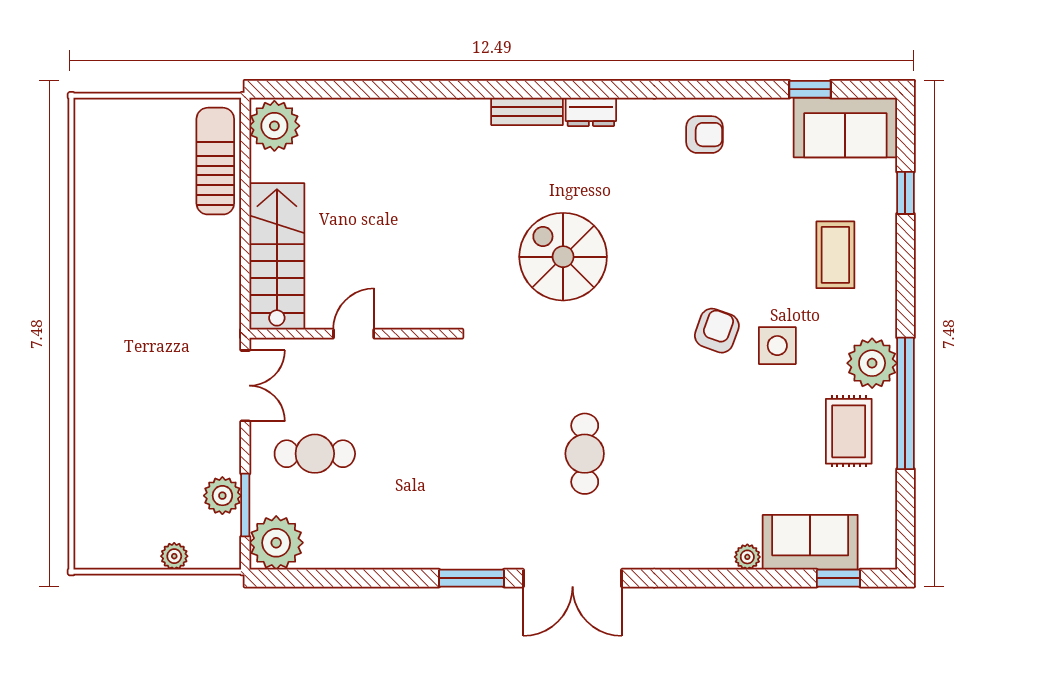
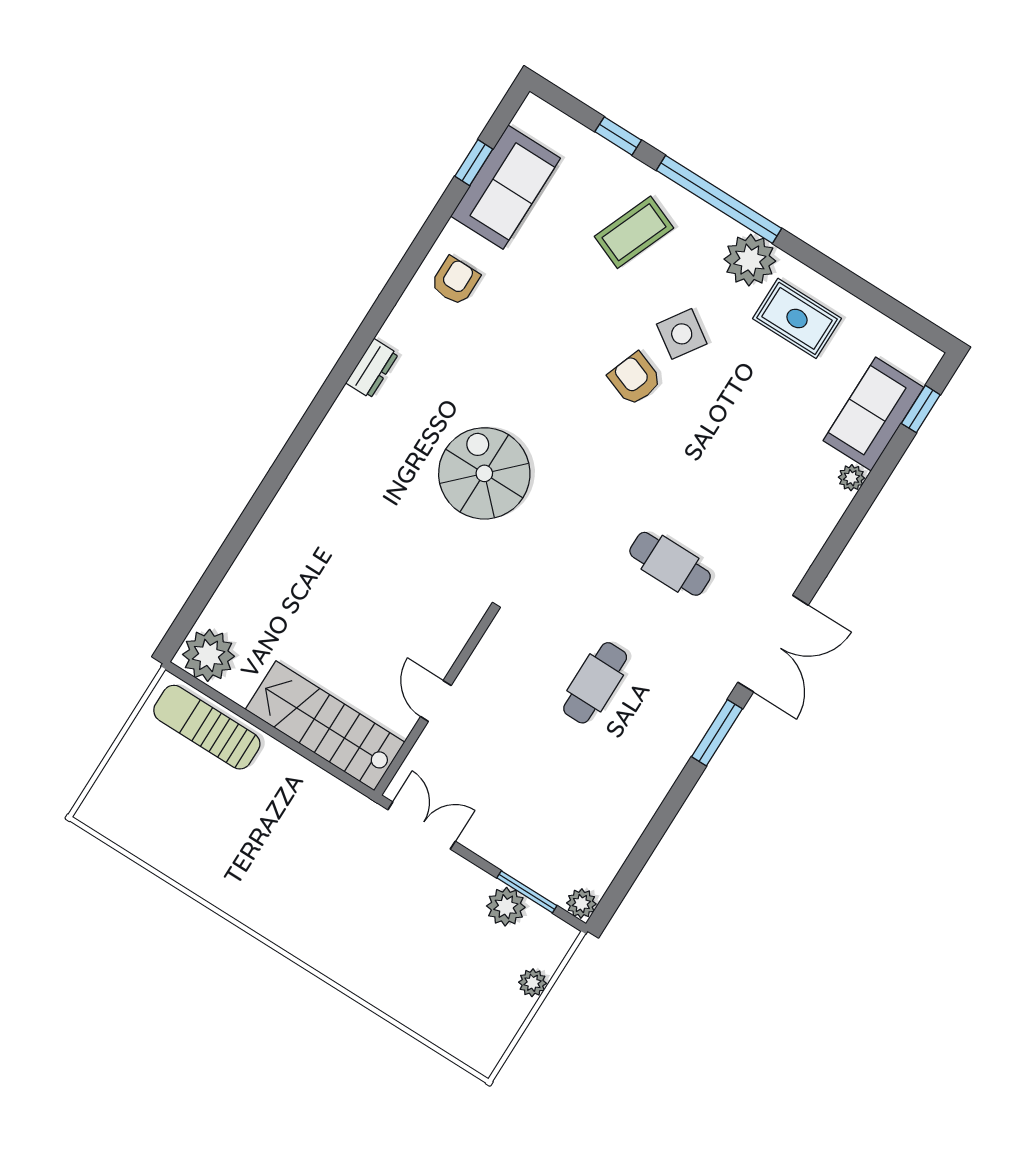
bench: (527, 111) -> (336, 424), removed
sofa: (845, 128) -> (506, 187), moved
coffee table: (835, 255) -> (634, 232), turned -68
spiral stairs: (563, 257) -> (484, 473), turned 90
side table: (777, 346) -> (682, 334), turned 34
window: (905, 403) -> (719, 199), moved
cafe table: (315, 454) -> (595, 683), moved
plant: (276, 543) -> (581, 903), width x0.53, depth x0.53

